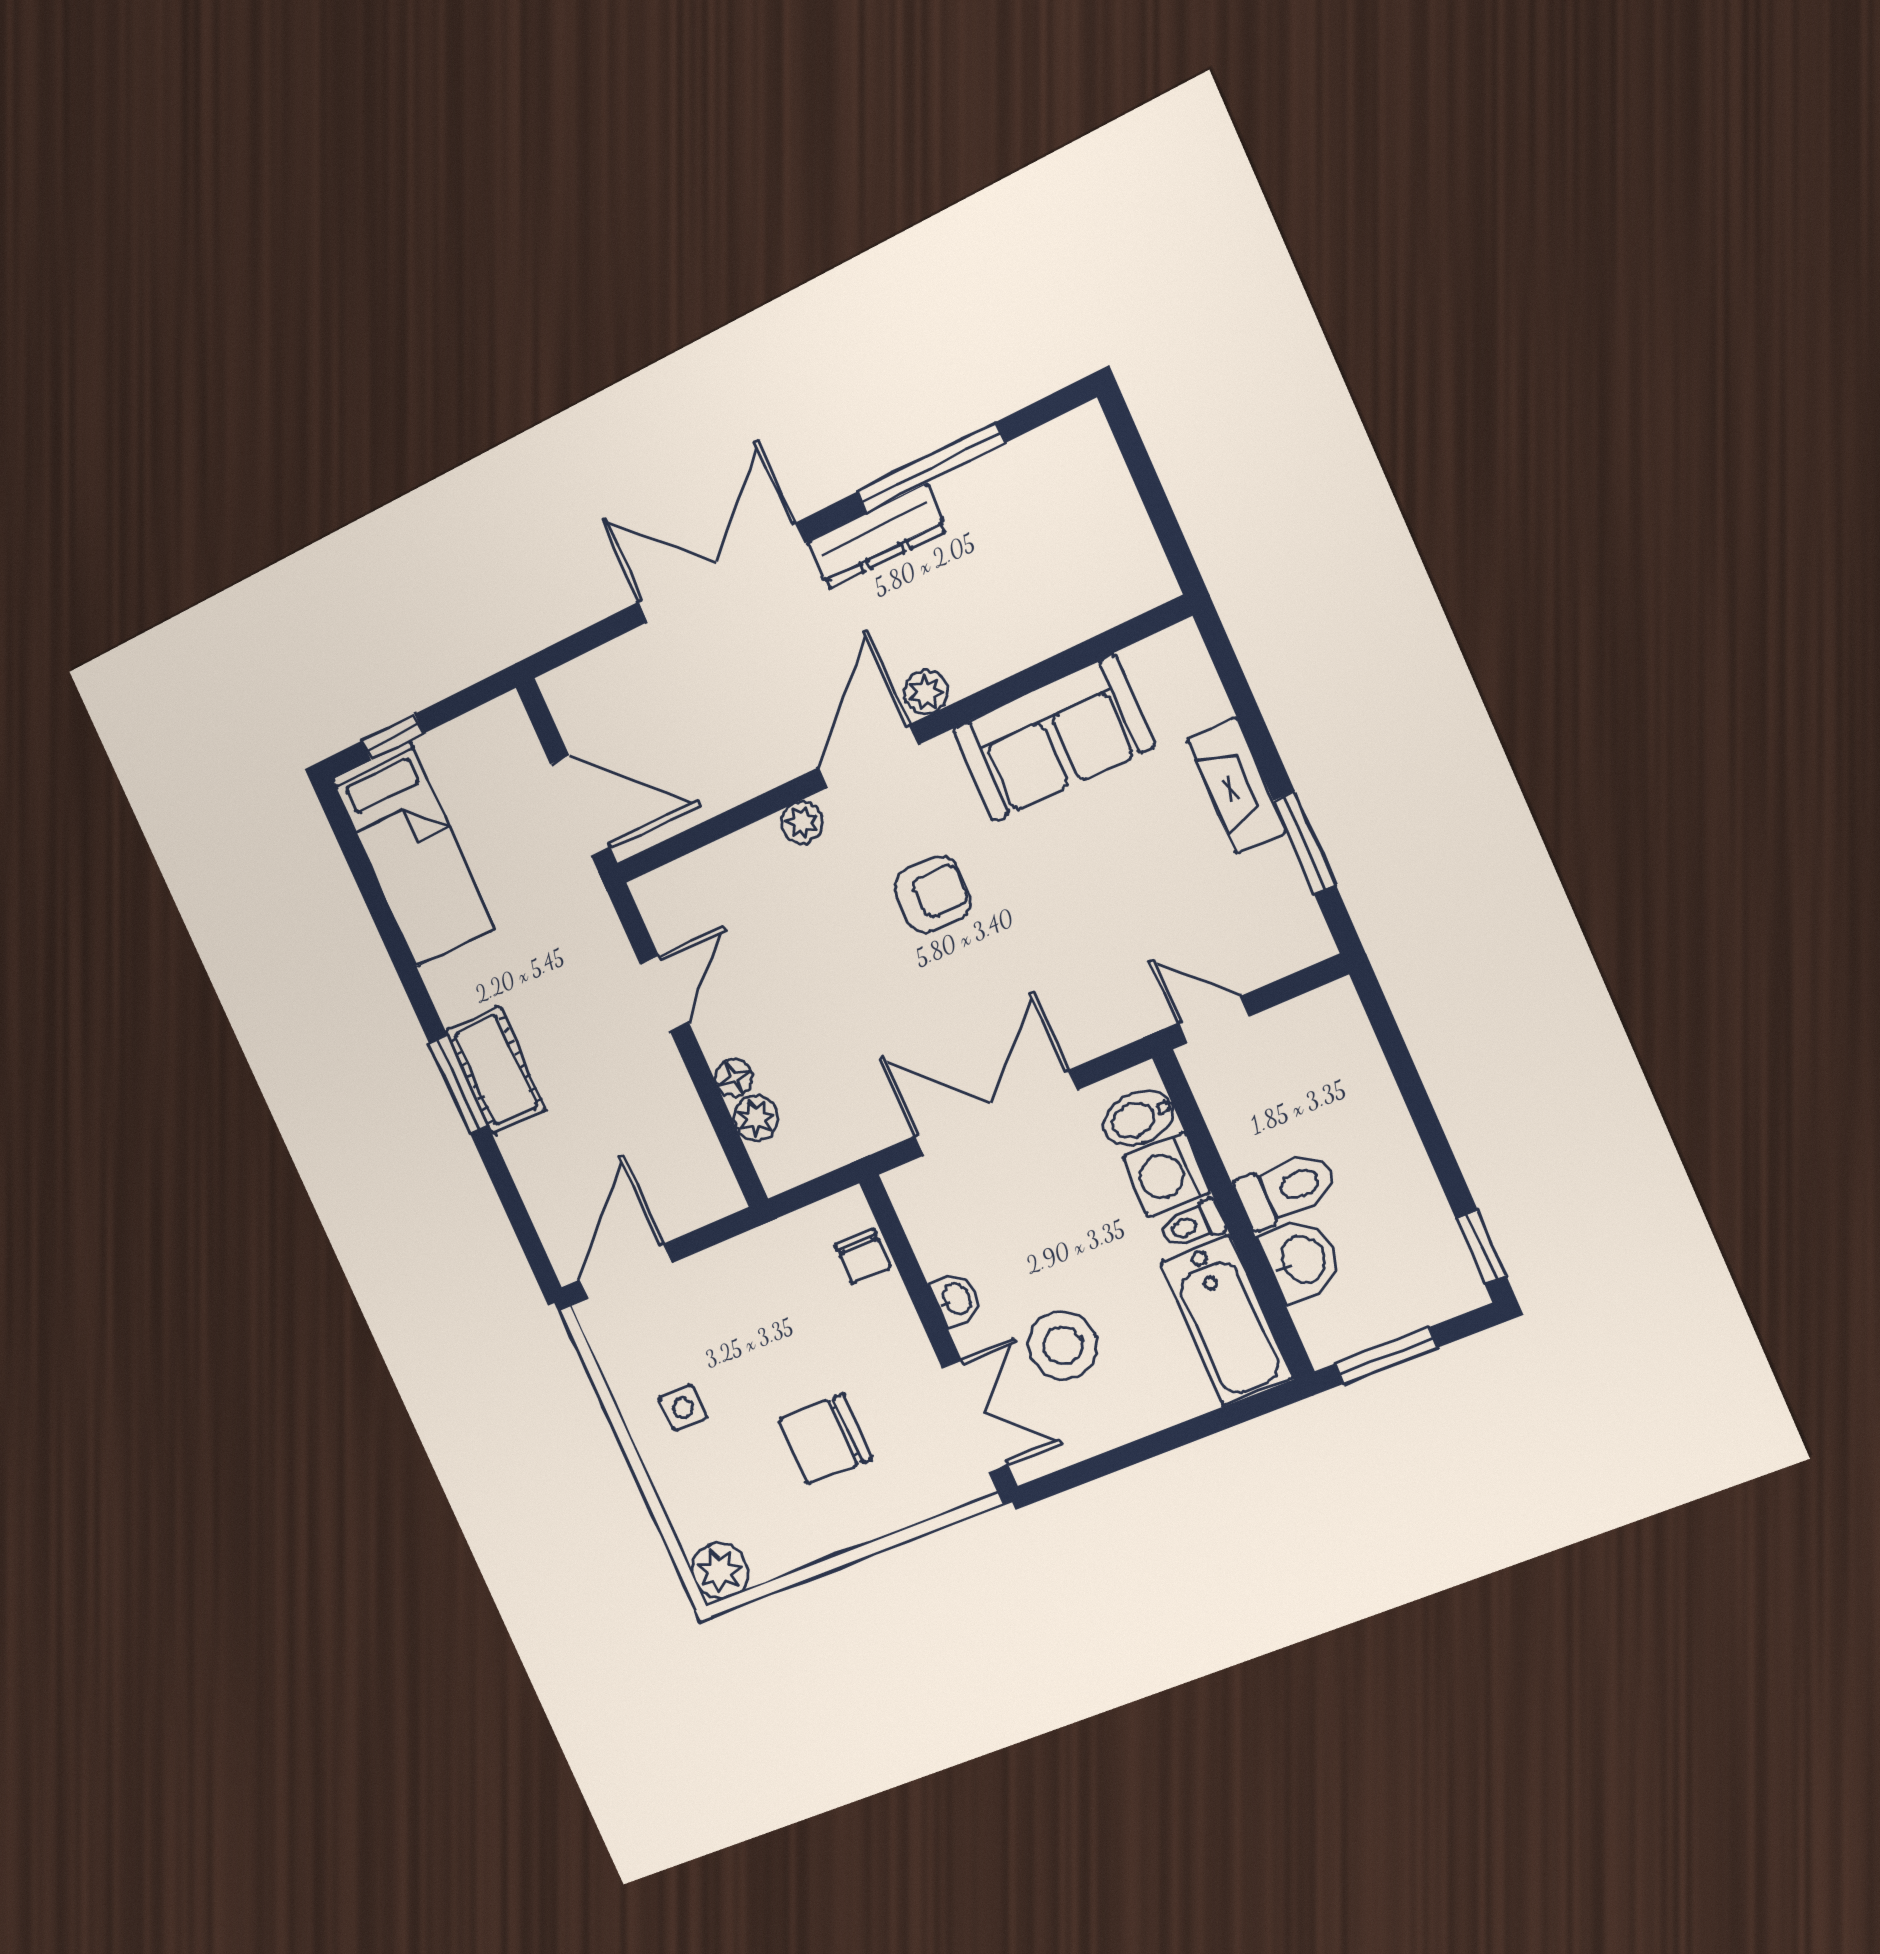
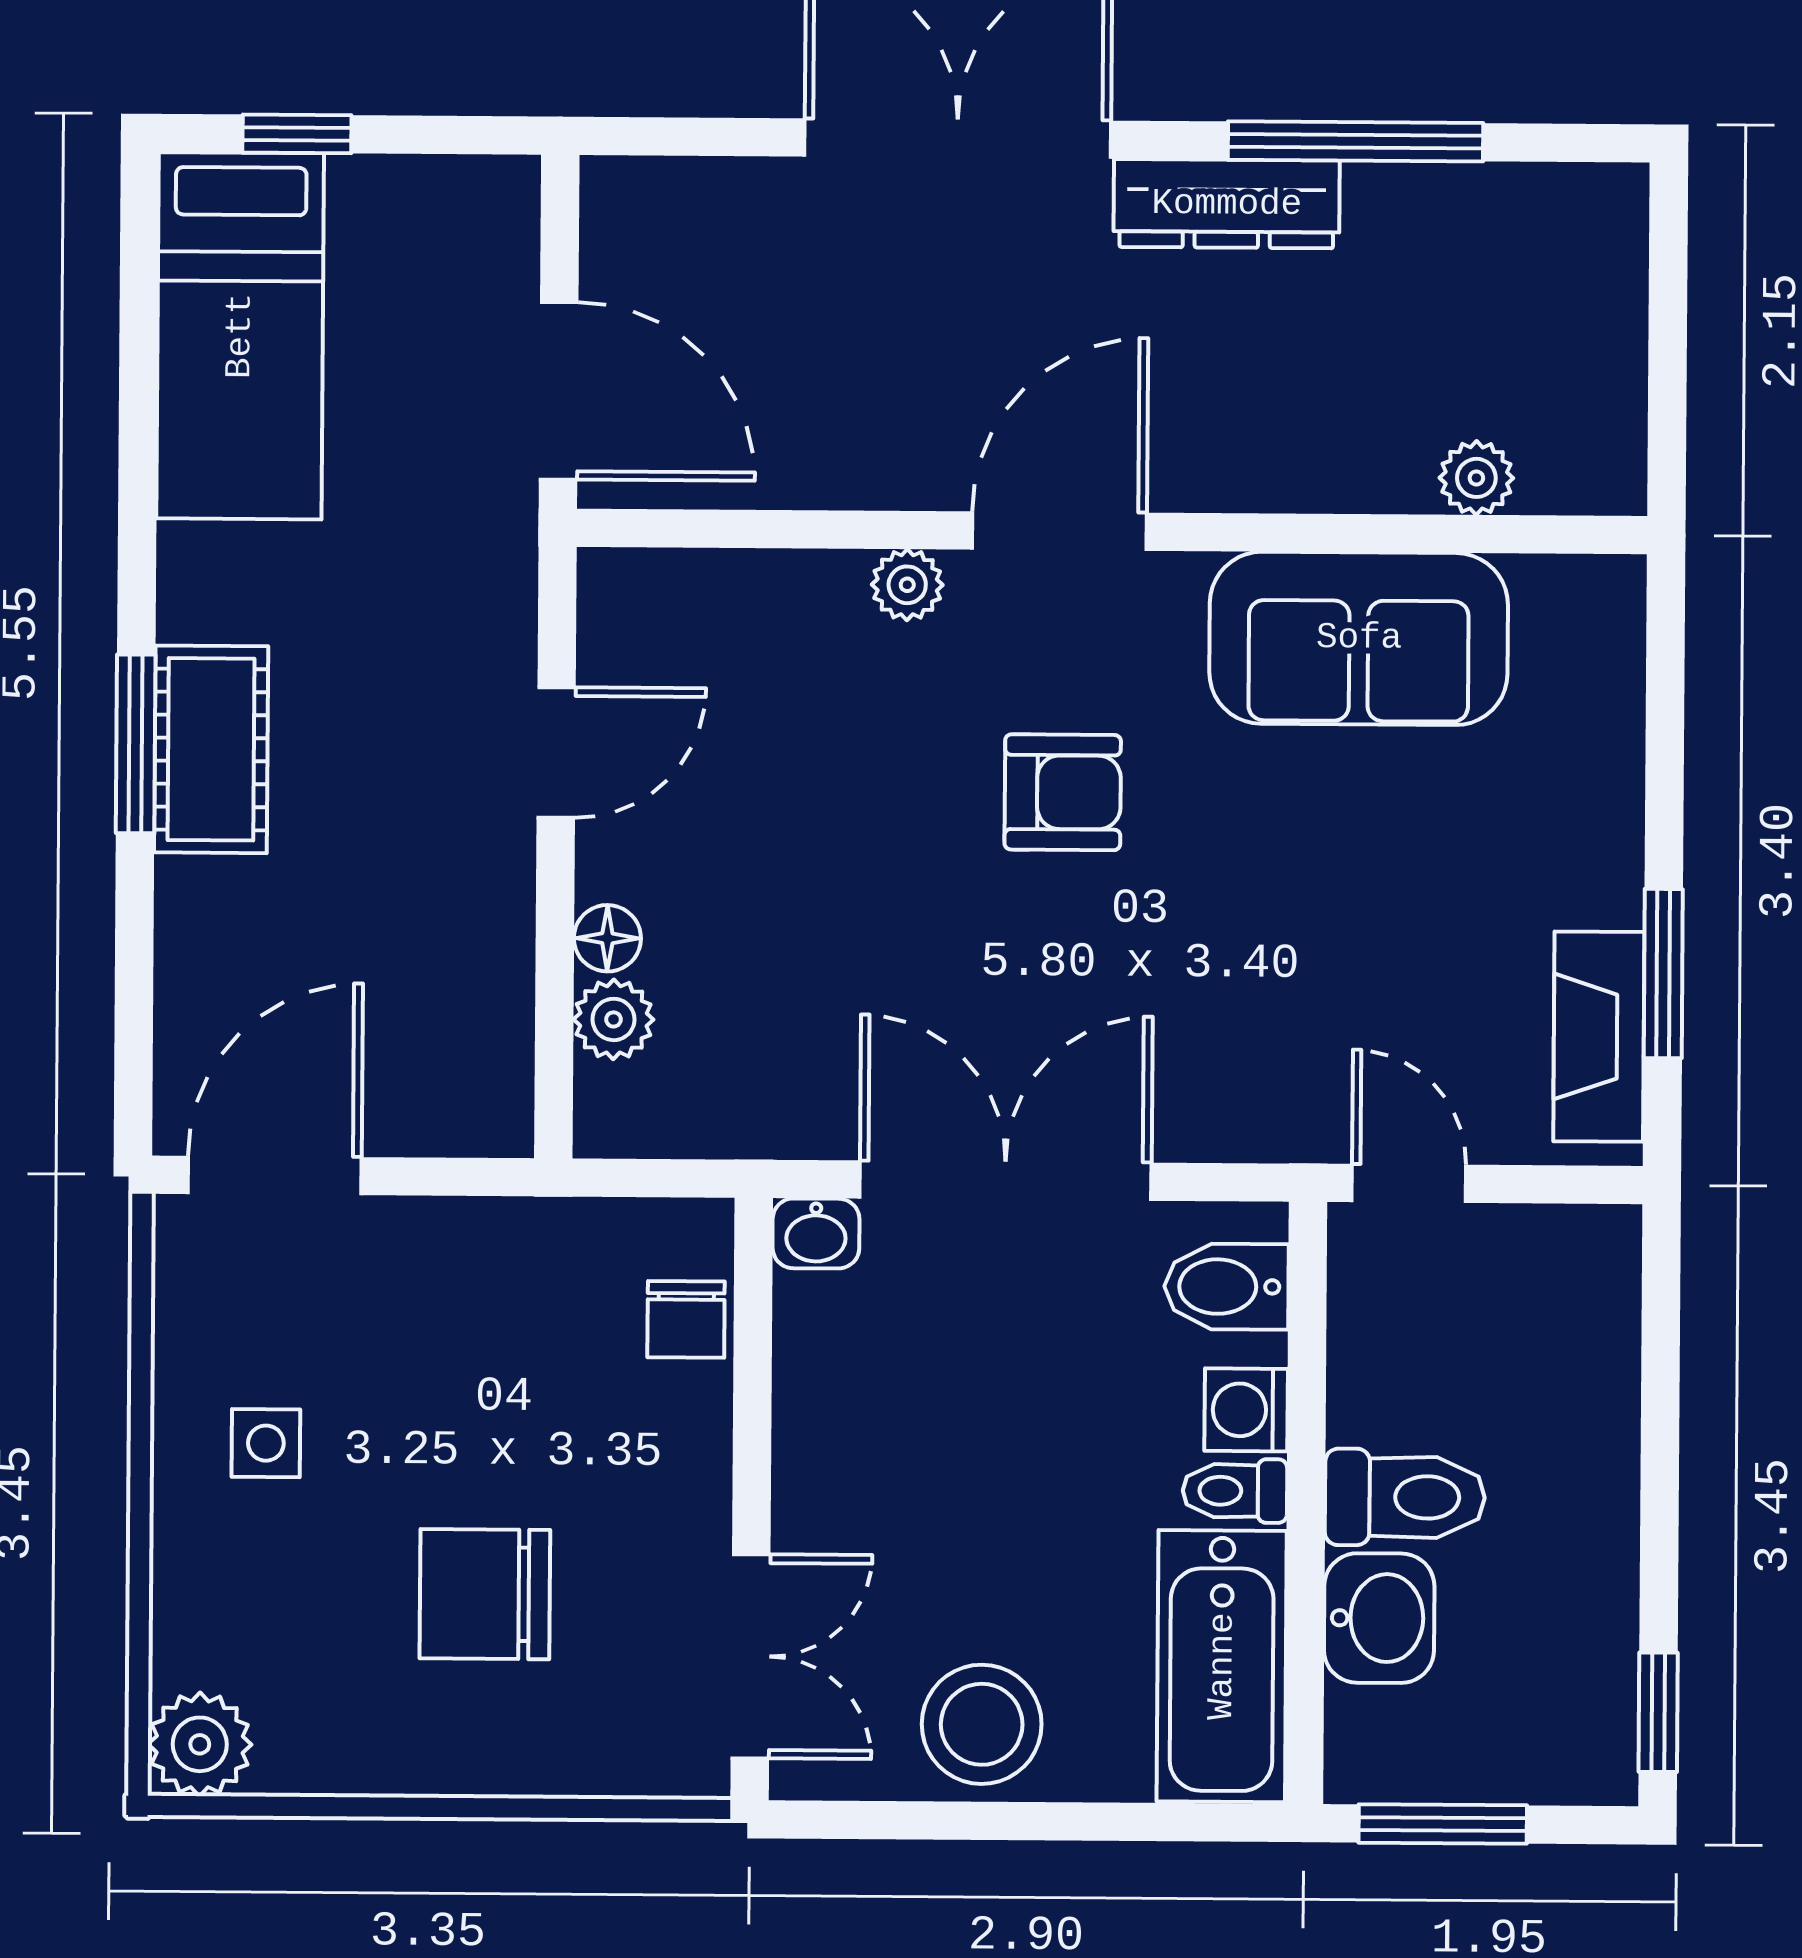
plant: (926, 692) -> (1476, 478), moved
fireplace: (1236, 786) -> (1599, 1037), moved
washing machine: (1167, 1174) -> (1246, 1410), width x0.73, depth x0.73
washbasin: (956, 1299) -> (816, 1233), moved, turned 90
stool: (1063, 1345) -> (982, 1724), moved

